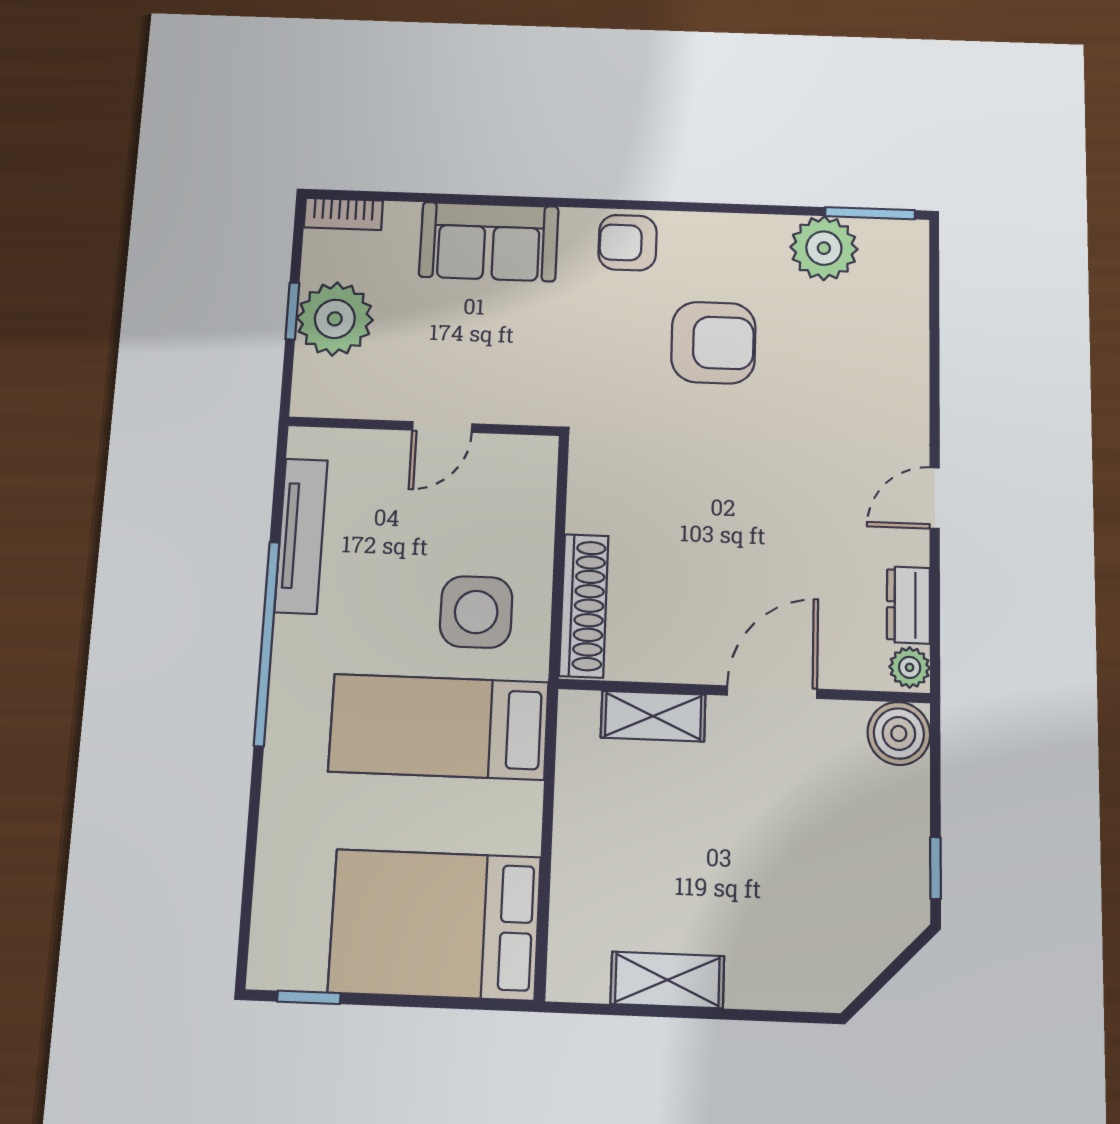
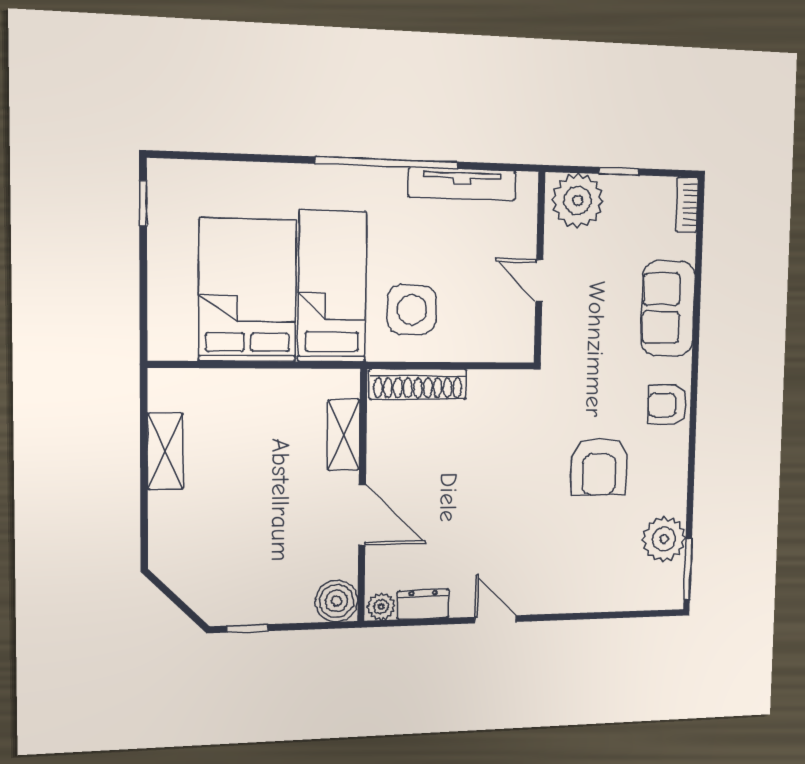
armchair: (628, 243) -> (667, 405), turned -90
plant: (335, 319) -> (578, 201), moved
bed: (435, 925) -> (248, 290), moved

